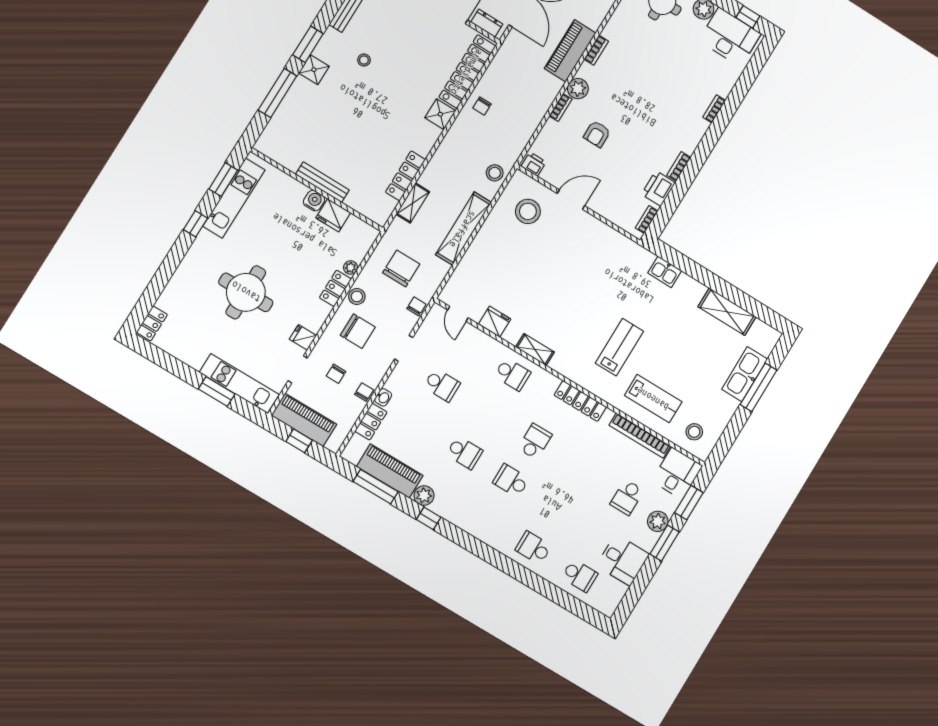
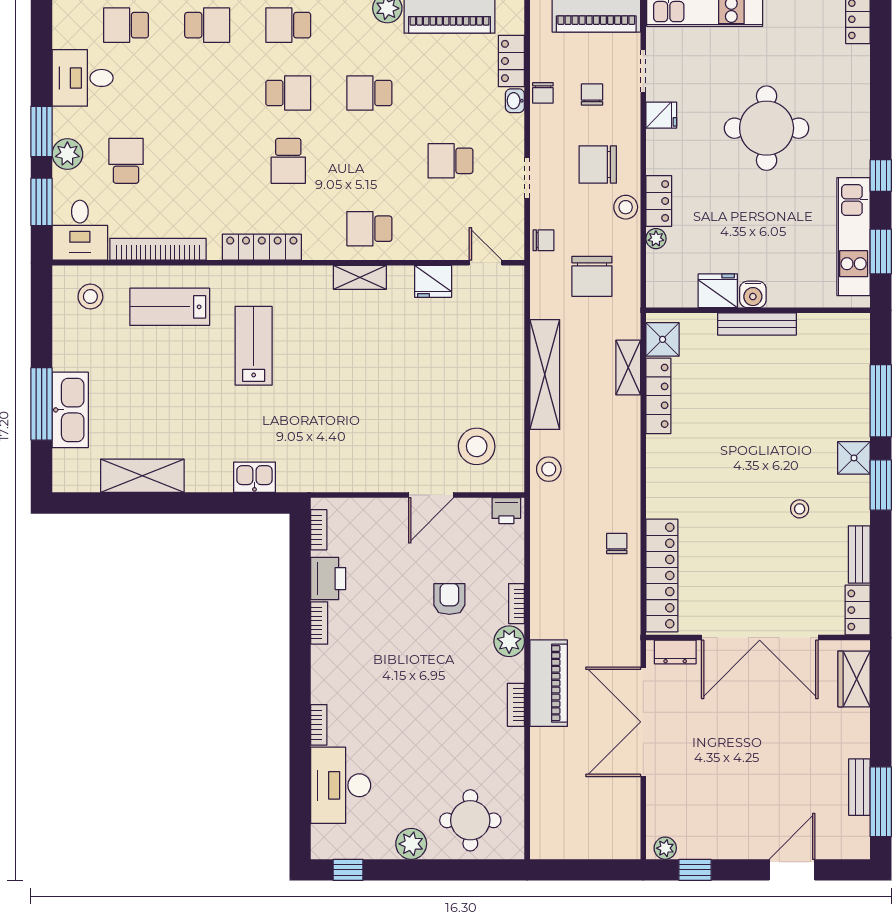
desk: (730, 37) -> (341, 785), moved, turned 90
shower: (440, 114) -> (663, 339), moved
chair: (416, 306) -> (543, 240), turned -90
lab bench: (619, 347) -> (254, 346), turned 180
school desk: (487, 520) -> (288, 25), added

